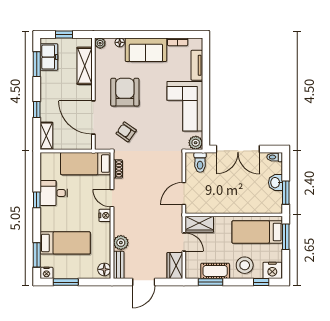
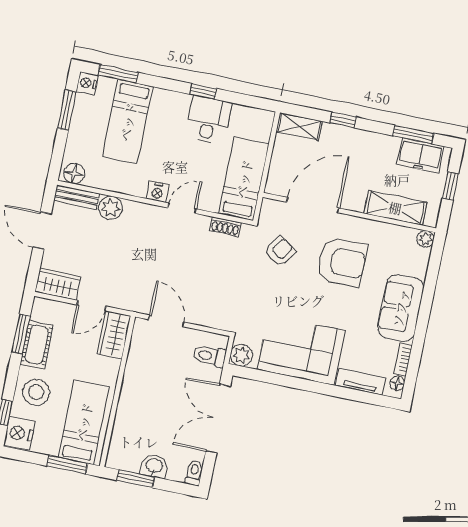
floor lamp: (120, 42) -> (397, 383), moved

